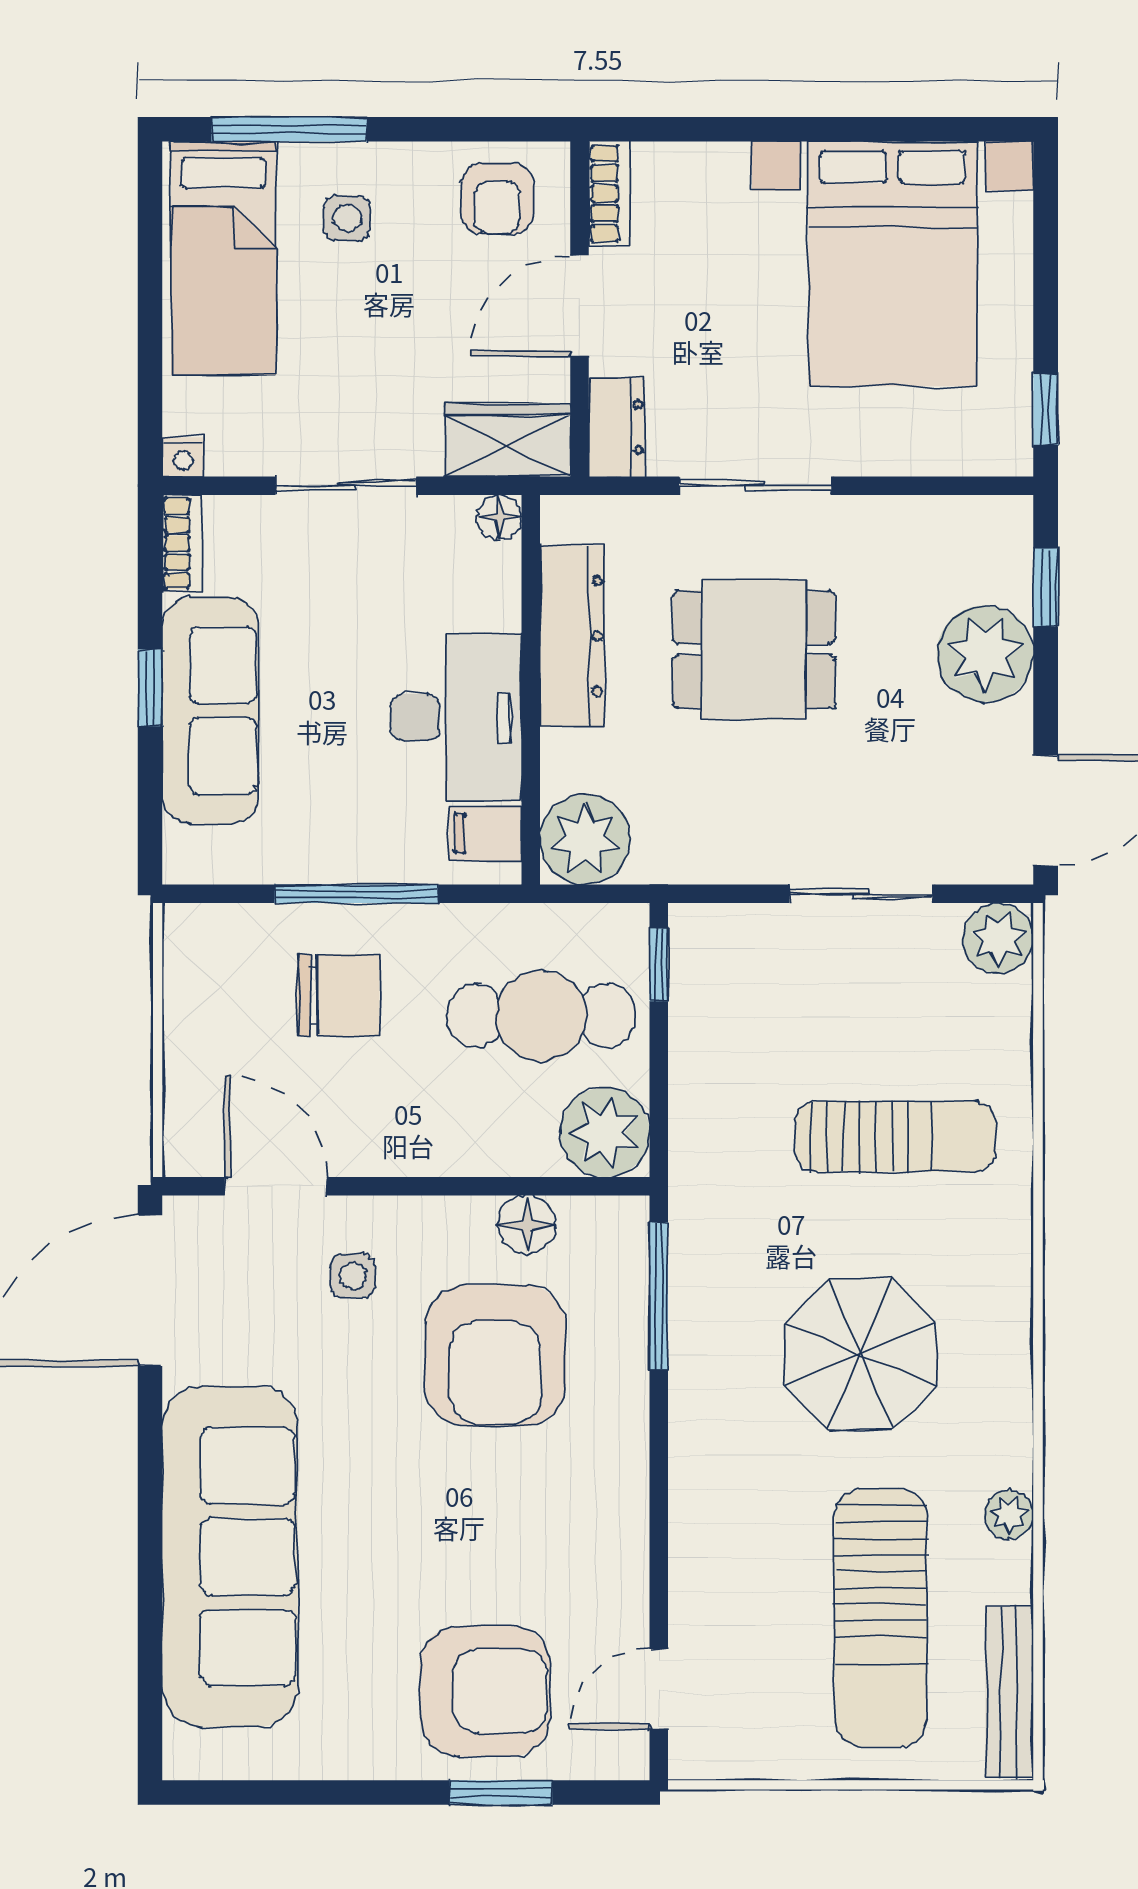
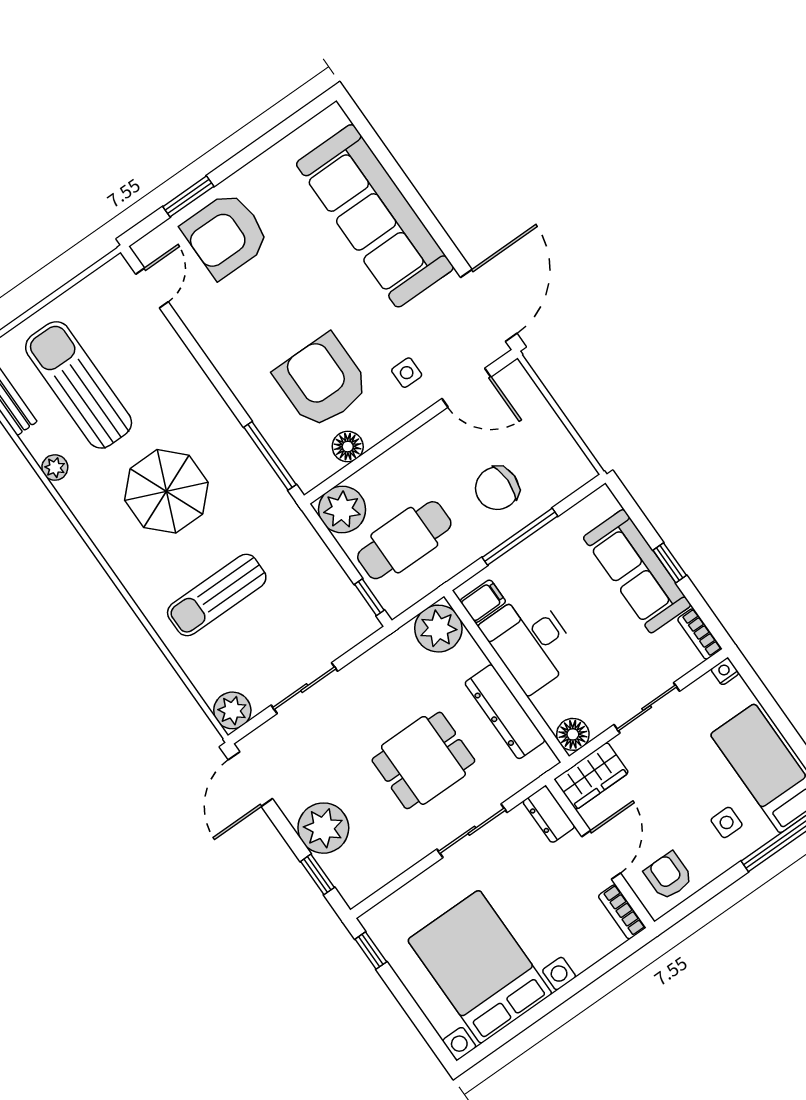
floor lamp: (499, 517) -> (573, 734), width x1.37, depth x1.37

